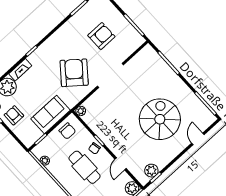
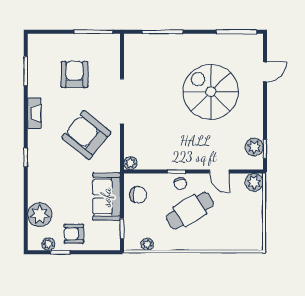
fireplace: (20, 70) -> (34, 113), moved
door: (198, 139) -> (265, 72), swing flipped
cafe table: (85, 167) -> (190, 211), turned -32

